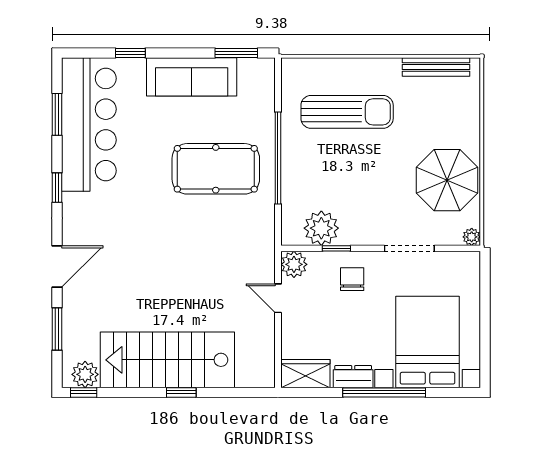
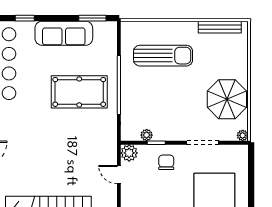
plant: (321, 228) -> (147, 135), width x0.53, depth x0.53

